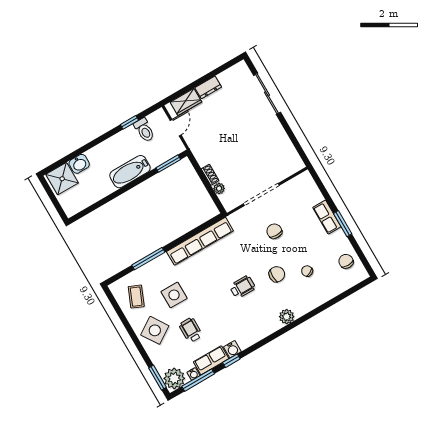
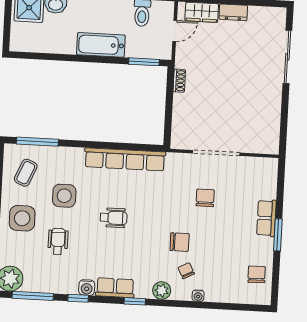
shoe rack: (210, 175) -> (179, 81), moved
plant: (219, 188) -> (178, 119), removed
window: (148, 259) -> (37, 142), moved
chair: (307, 271) -> (186, 271), moved
wheelchair: (242, 287) -> (114, 218), moved
side table: (155, 330) -> (22, 218), turned 33
window: (273, 337) -> (135, 301), added
row of seats: (211, 360) -> (115, 288), moved
water cooler: (193, 374) -> (198, 296), moved

